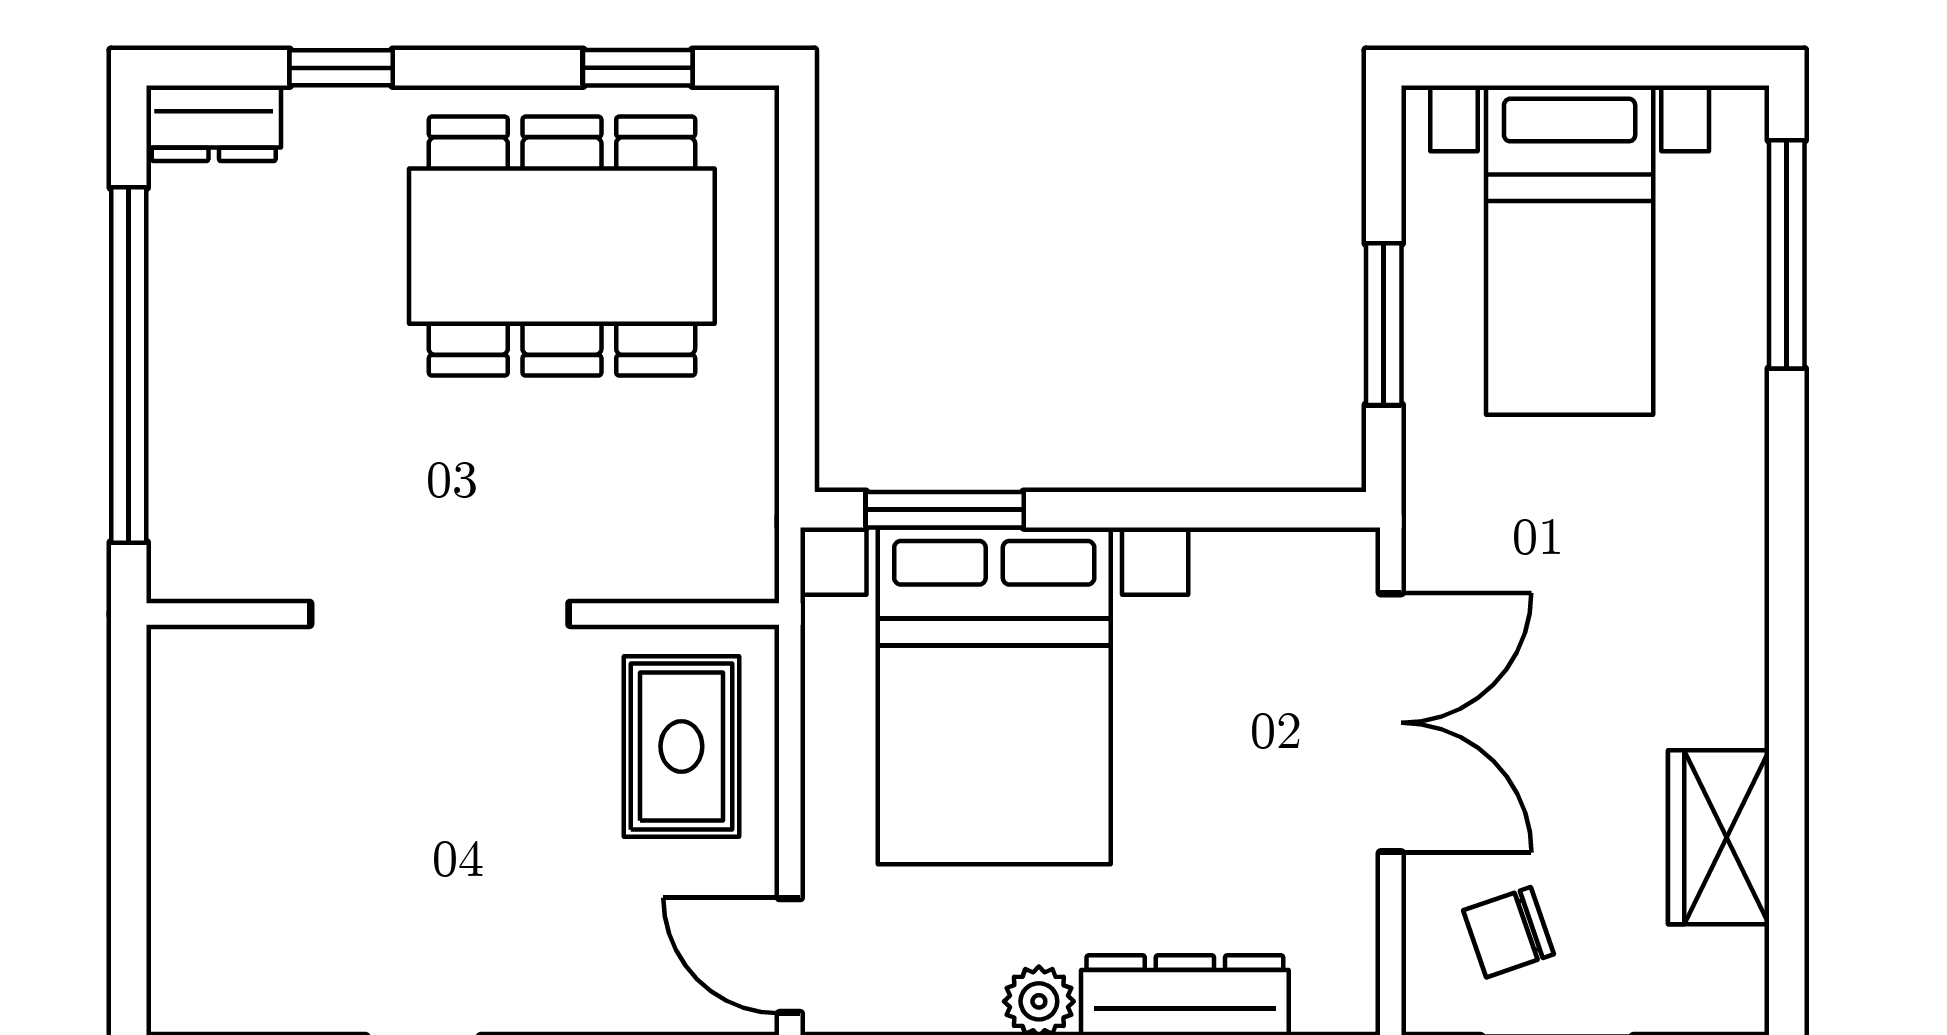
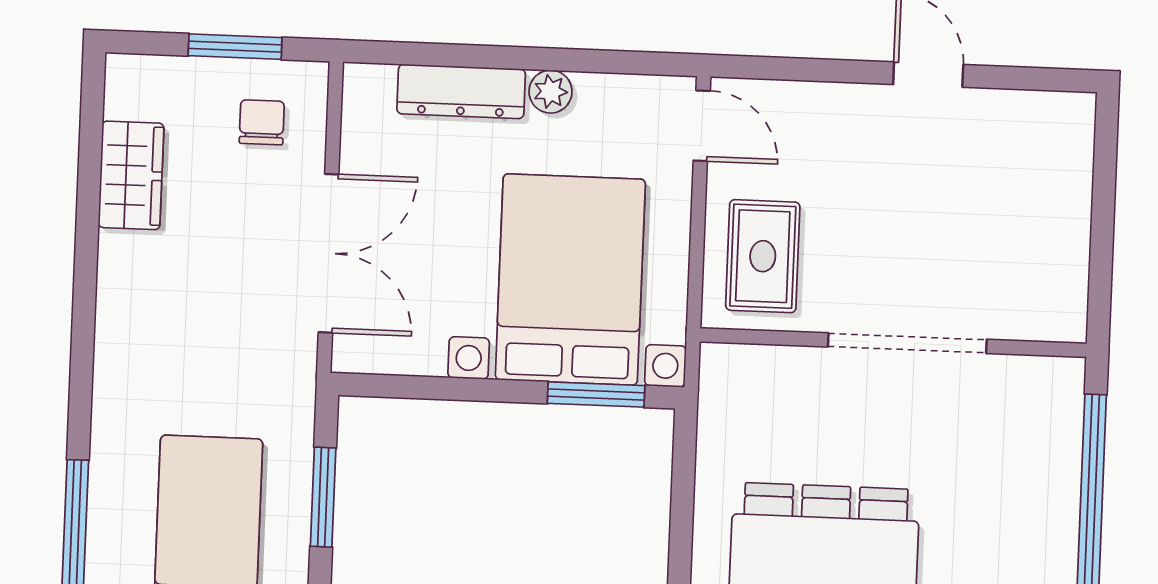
double door: (1391, 723) -> (329, 253), swing flipped
chair: (1508, 932) -> (262, 122), turned -71

